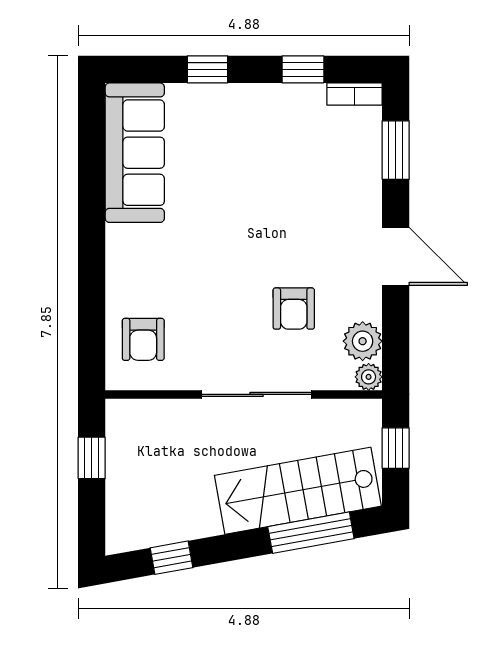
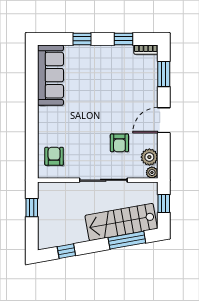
door: (396, 256) -> (164, 120), swing flipped
armchair: (143, 339) -> (54, 156), turned 180

